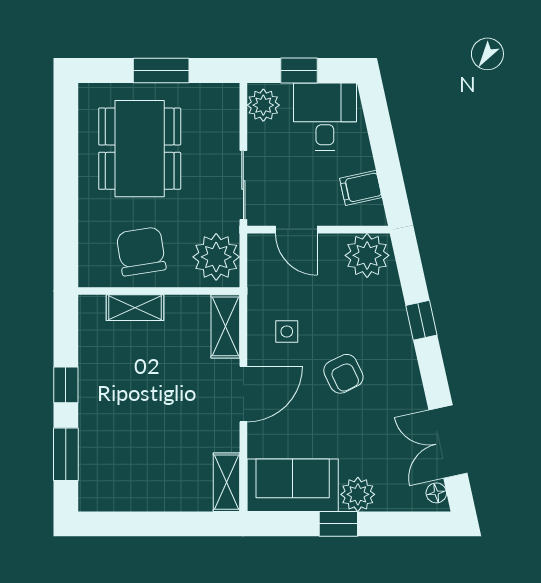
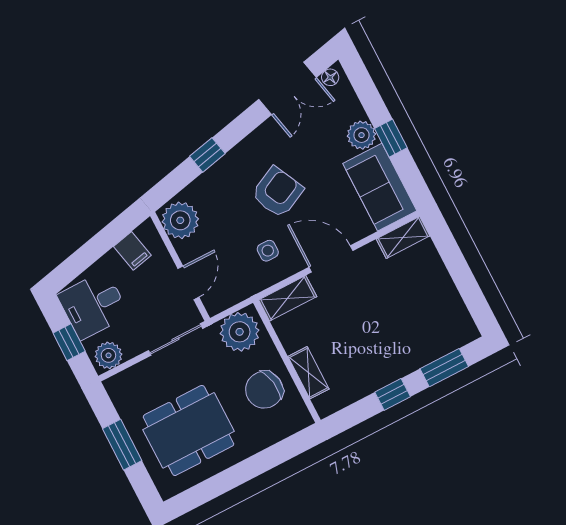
armchair: (343, 374) -> (277, 192), width x1.38, depth x1.38

